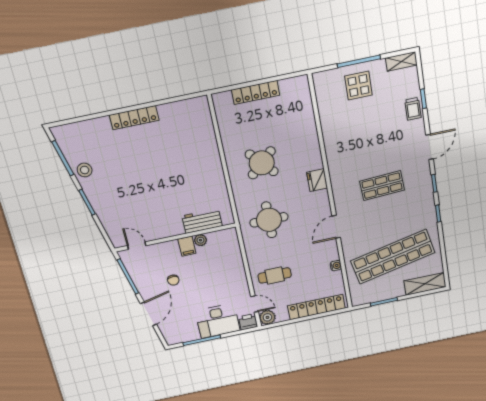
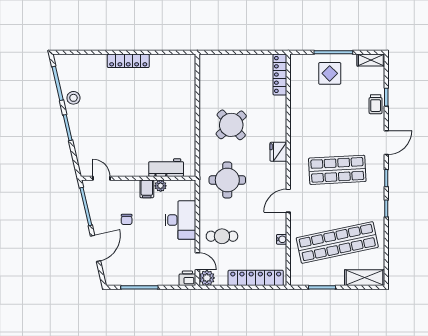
locker: (256, 92) -> (280, 75), moved, turned 90
shop shelf: (382, 186) -> (337, 170), width x1.43, depth x1.36
desk: (218, 321) -> (180, 220), moved, turned -90

